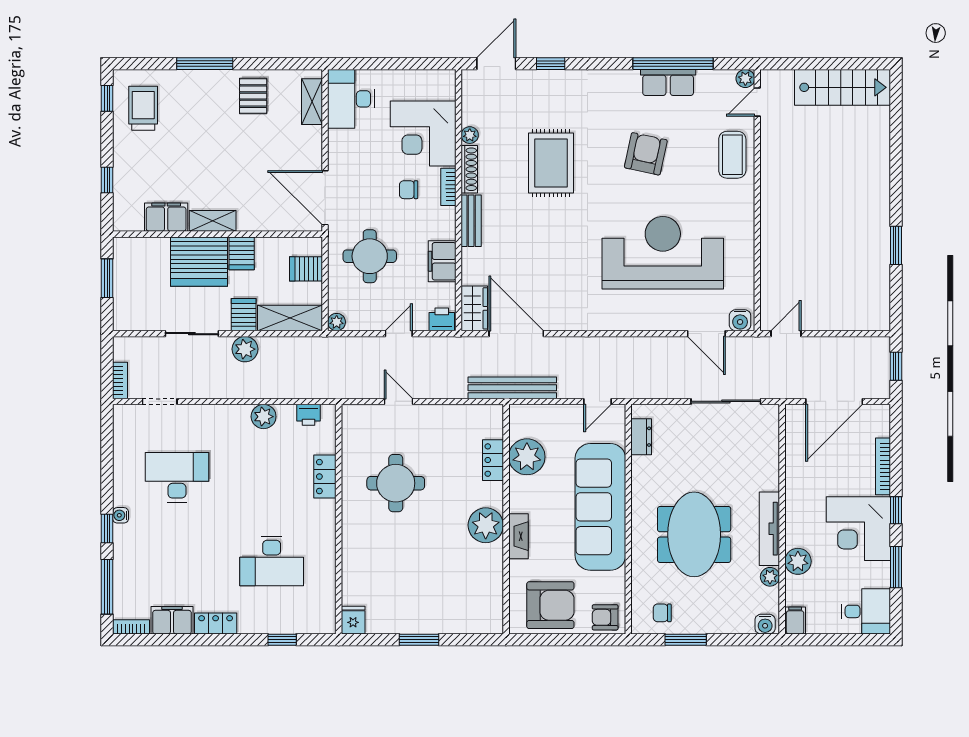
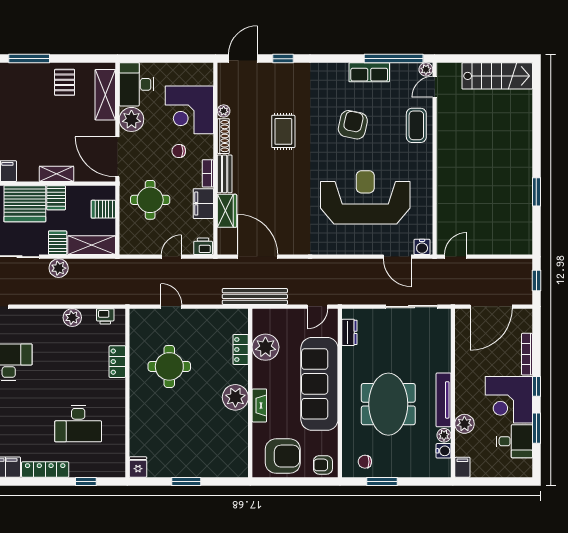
window: (673, 64) -> (394, 59), moved
shelving: (312, 102) -> (105, 95), width x1.50, depth x1.33
rug: (551, 163) -> (283, 131), width x0.73, depth x0.70
bookcase: (448, 187) -> (208, 173), moved
shelving: (213, 221) -> (57, 174), moved
wardrobe: (474, 308) -> (227, 211), moved
plant: (337, 322) -> (131, 119), moved, width x1.88, depth x1.88
desk: (866, 611) -> (514, 441), moved
locker: (216, 624) -> (45, 470), width x1.53
water cooler: (765, 624) -> (444, 451), moved, turned -90

